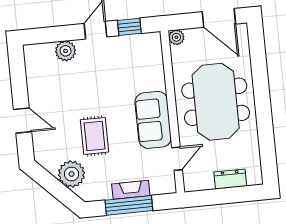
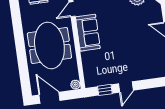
plant: (66, 51) -> (144, 73), removed
rug: (95, 136) -> (124, 21), removed

